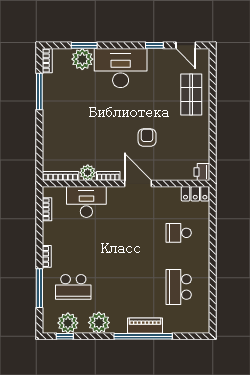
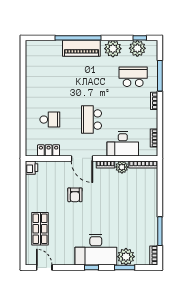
window: (154, 45) -> (91, 268), moved
locker: (195, 194) -> (49, 150), moved
school desk: (179, 287) -> (91, 120), moved, turned 180
piano: (145, 326) -> (81, 48), width x1.37, depth x1.33

